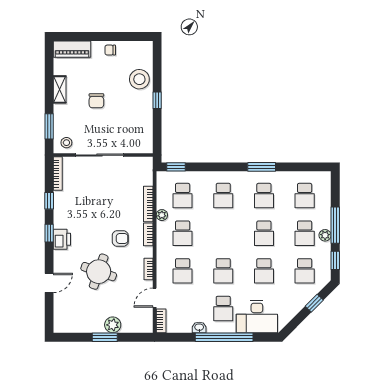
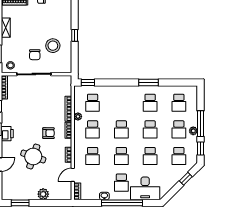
stool: (139, 79) -> (53, 46), moved
chair: (96, 101) -> (35, 55), moved
school desk: (223, 196) -> (121, 129), moved
window: (105, 337) -> (20, 203), moved

